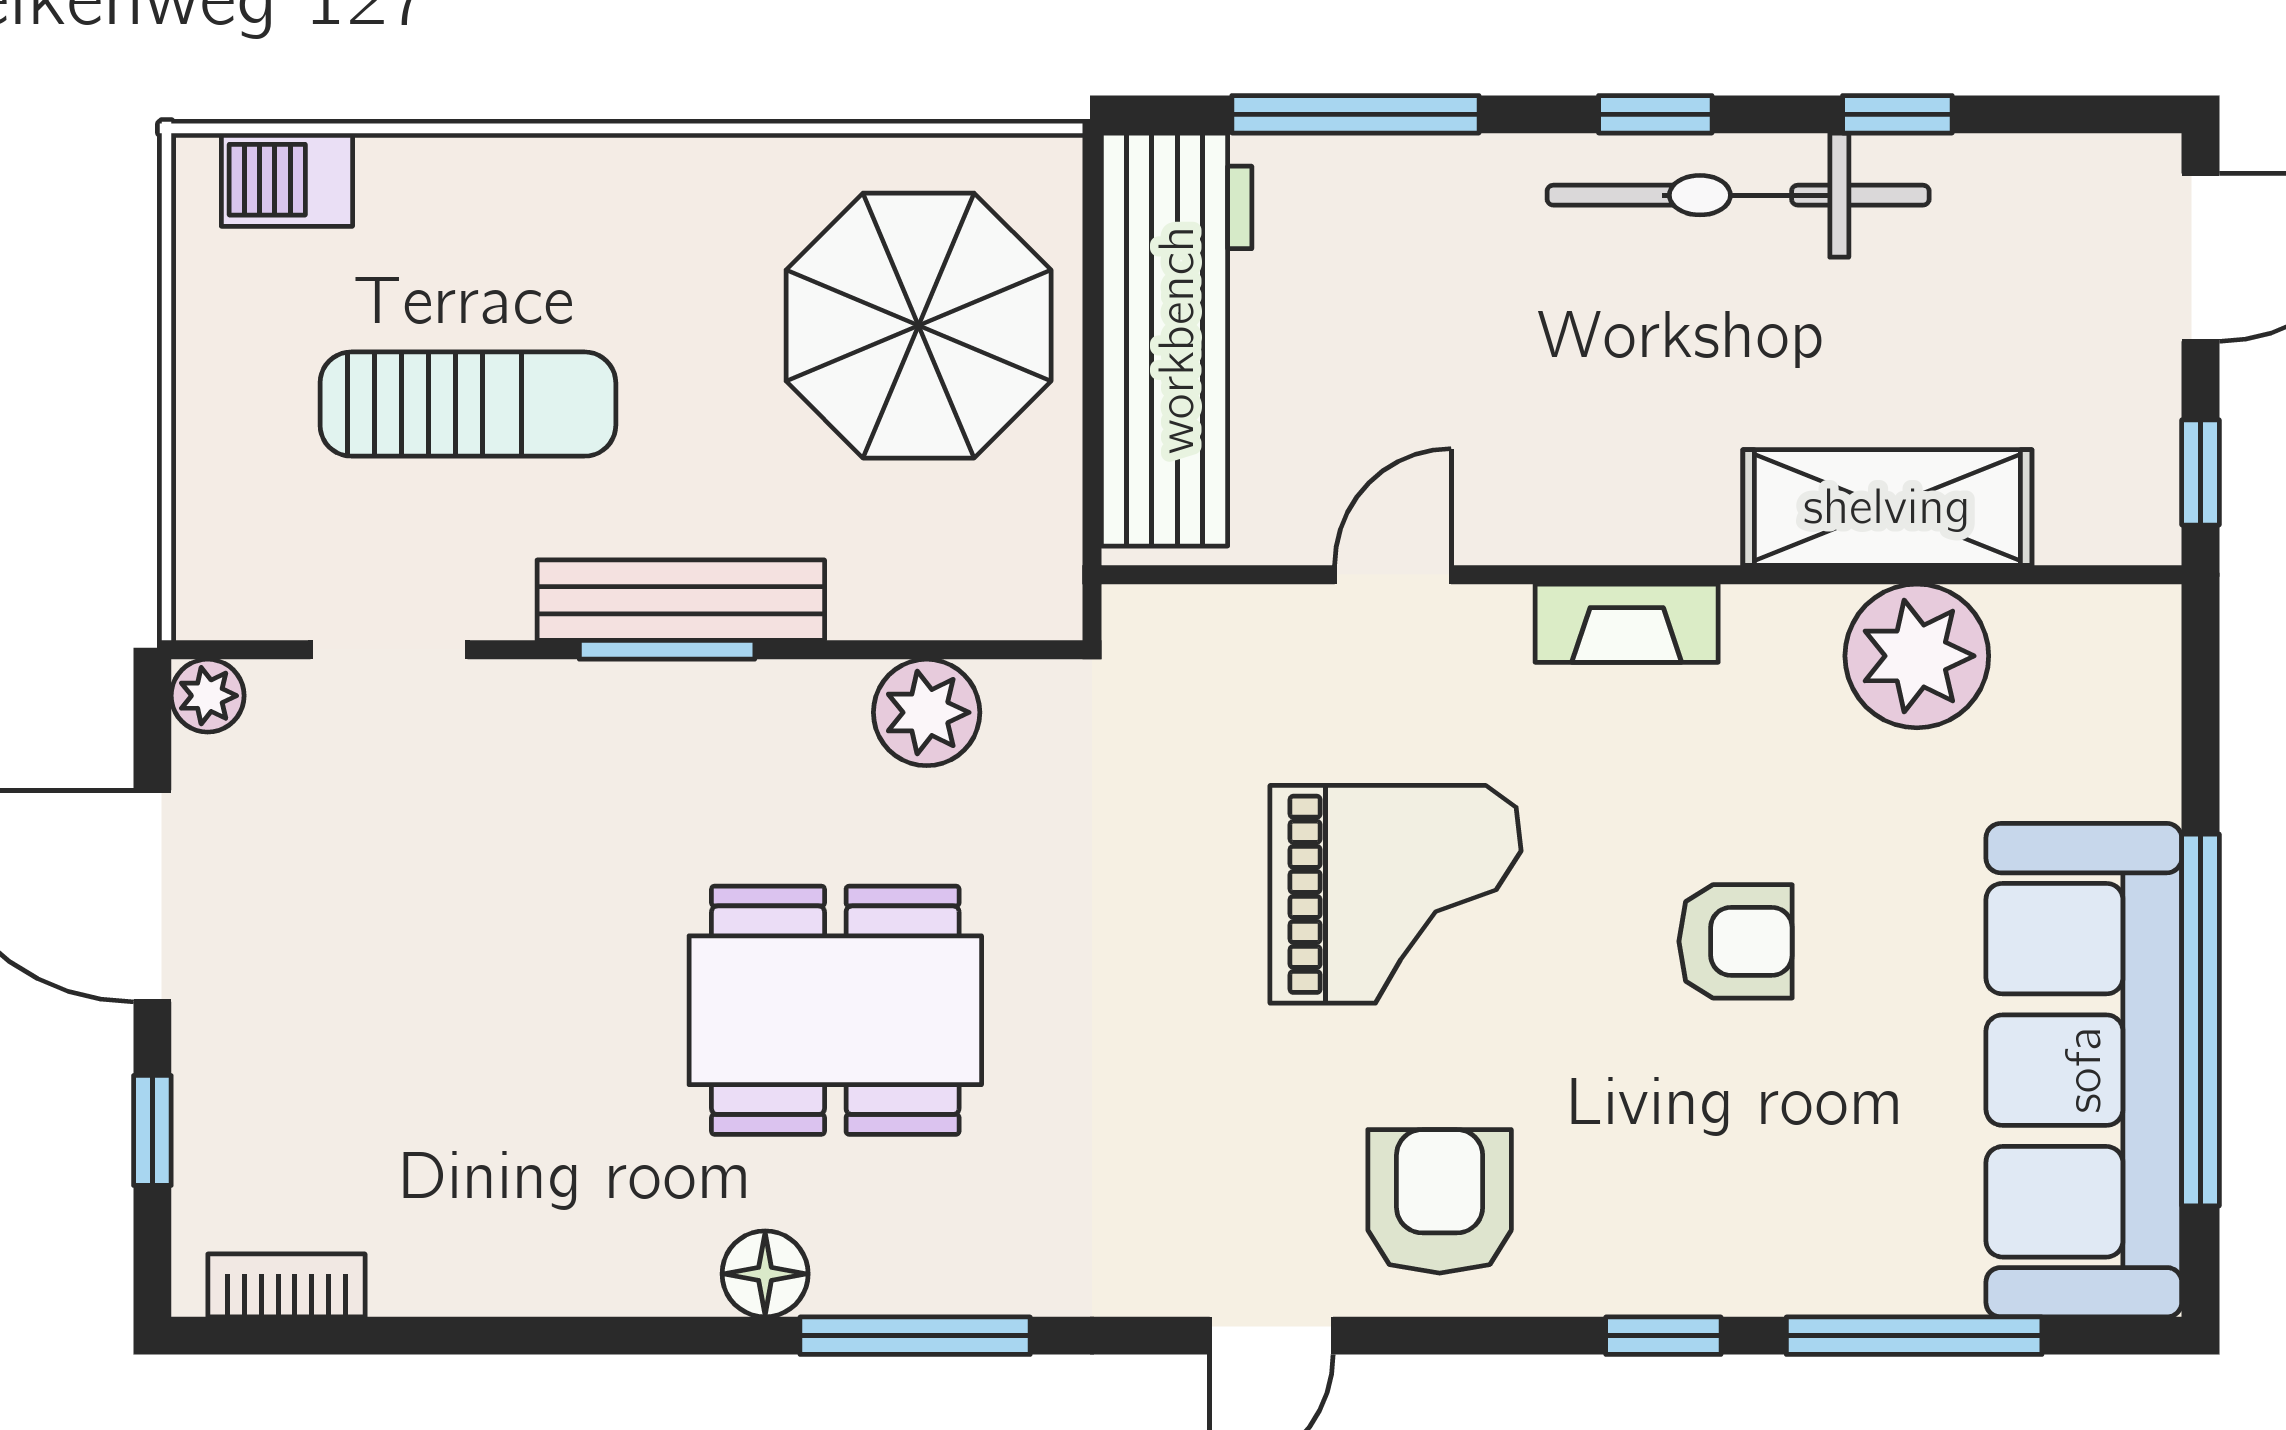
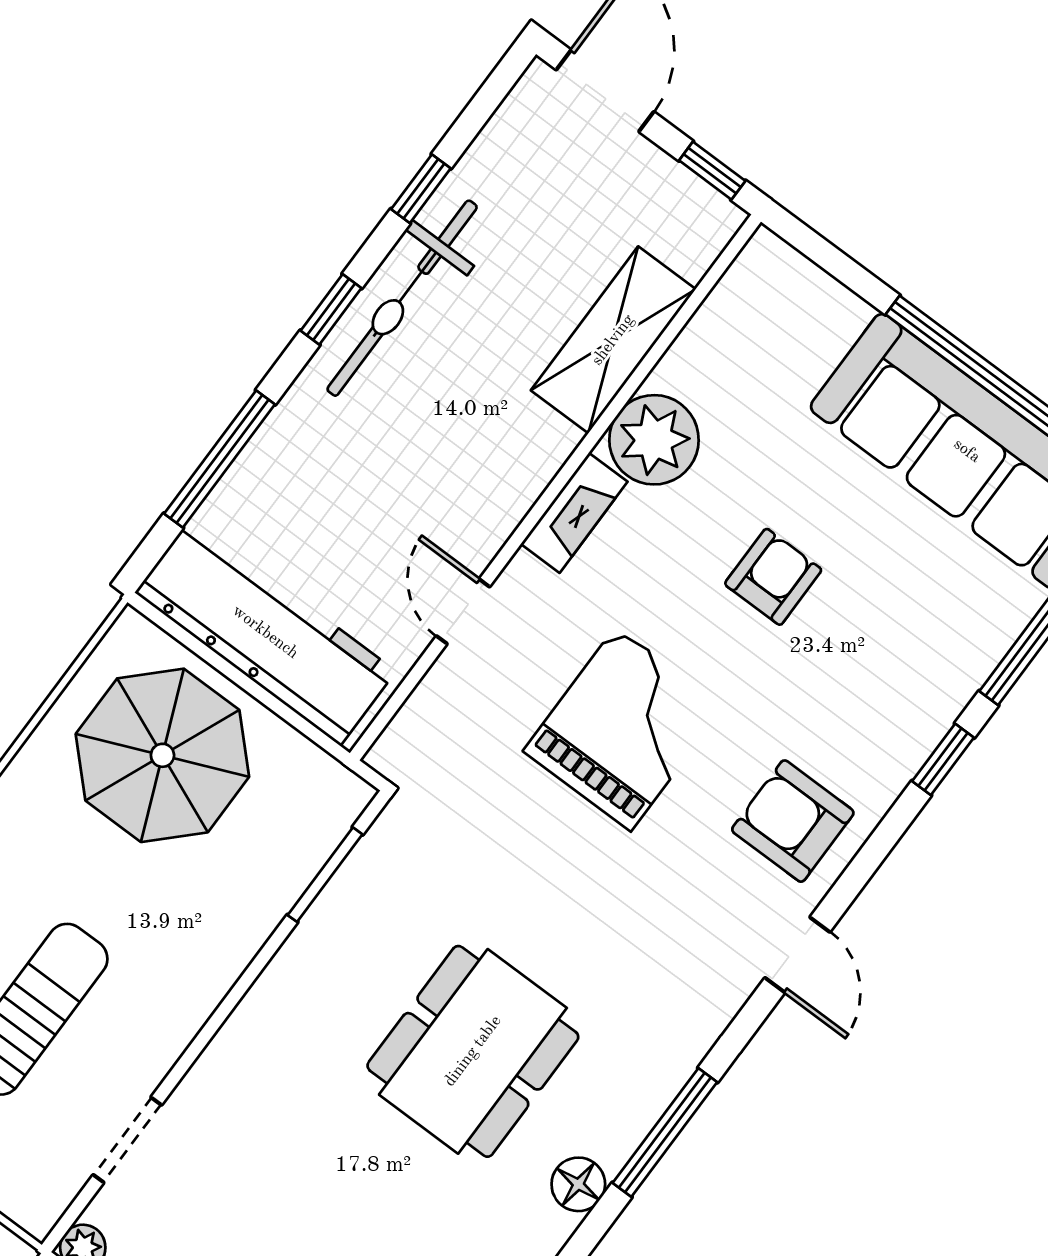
bench: (681, 600) -> (211, 976), removed
window: (667, 650) -> (325, 875), moved
plant: (1917, 656) -> (654, 440), moved
plant: (927, 712) -> (358, 895), removed

